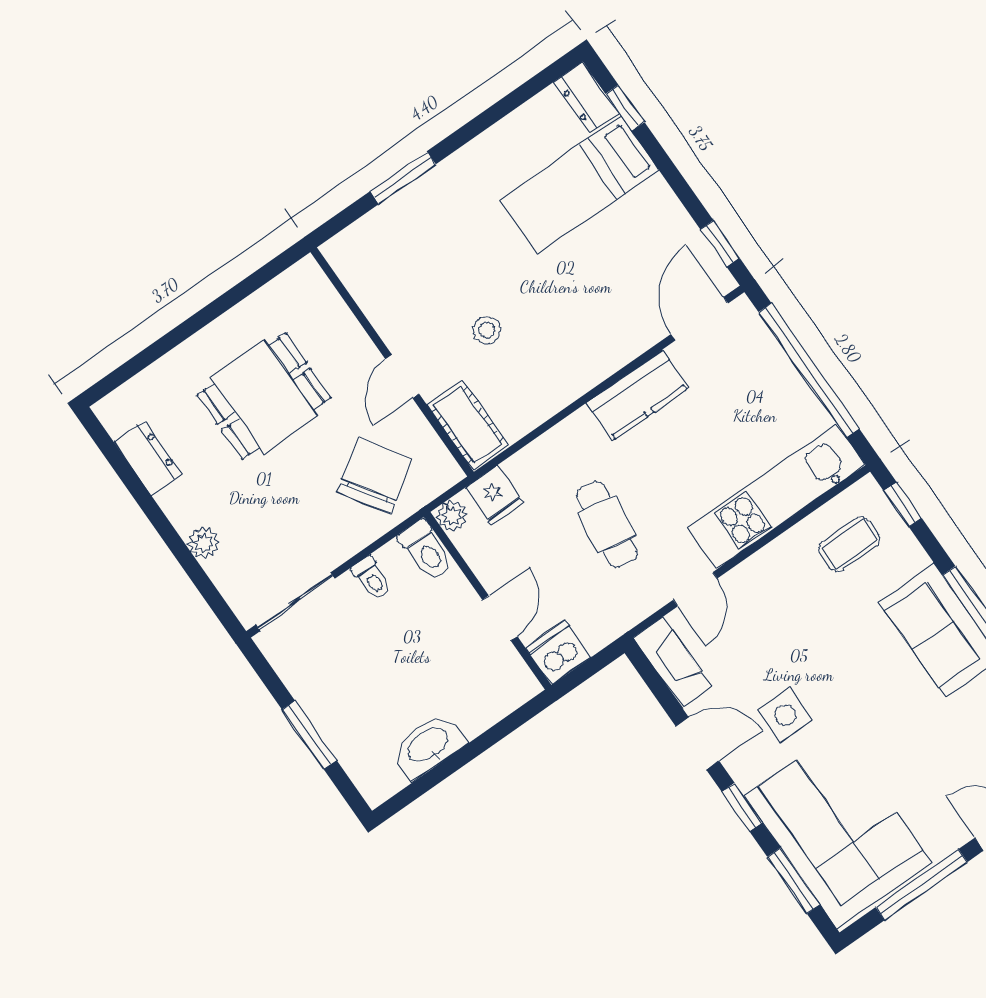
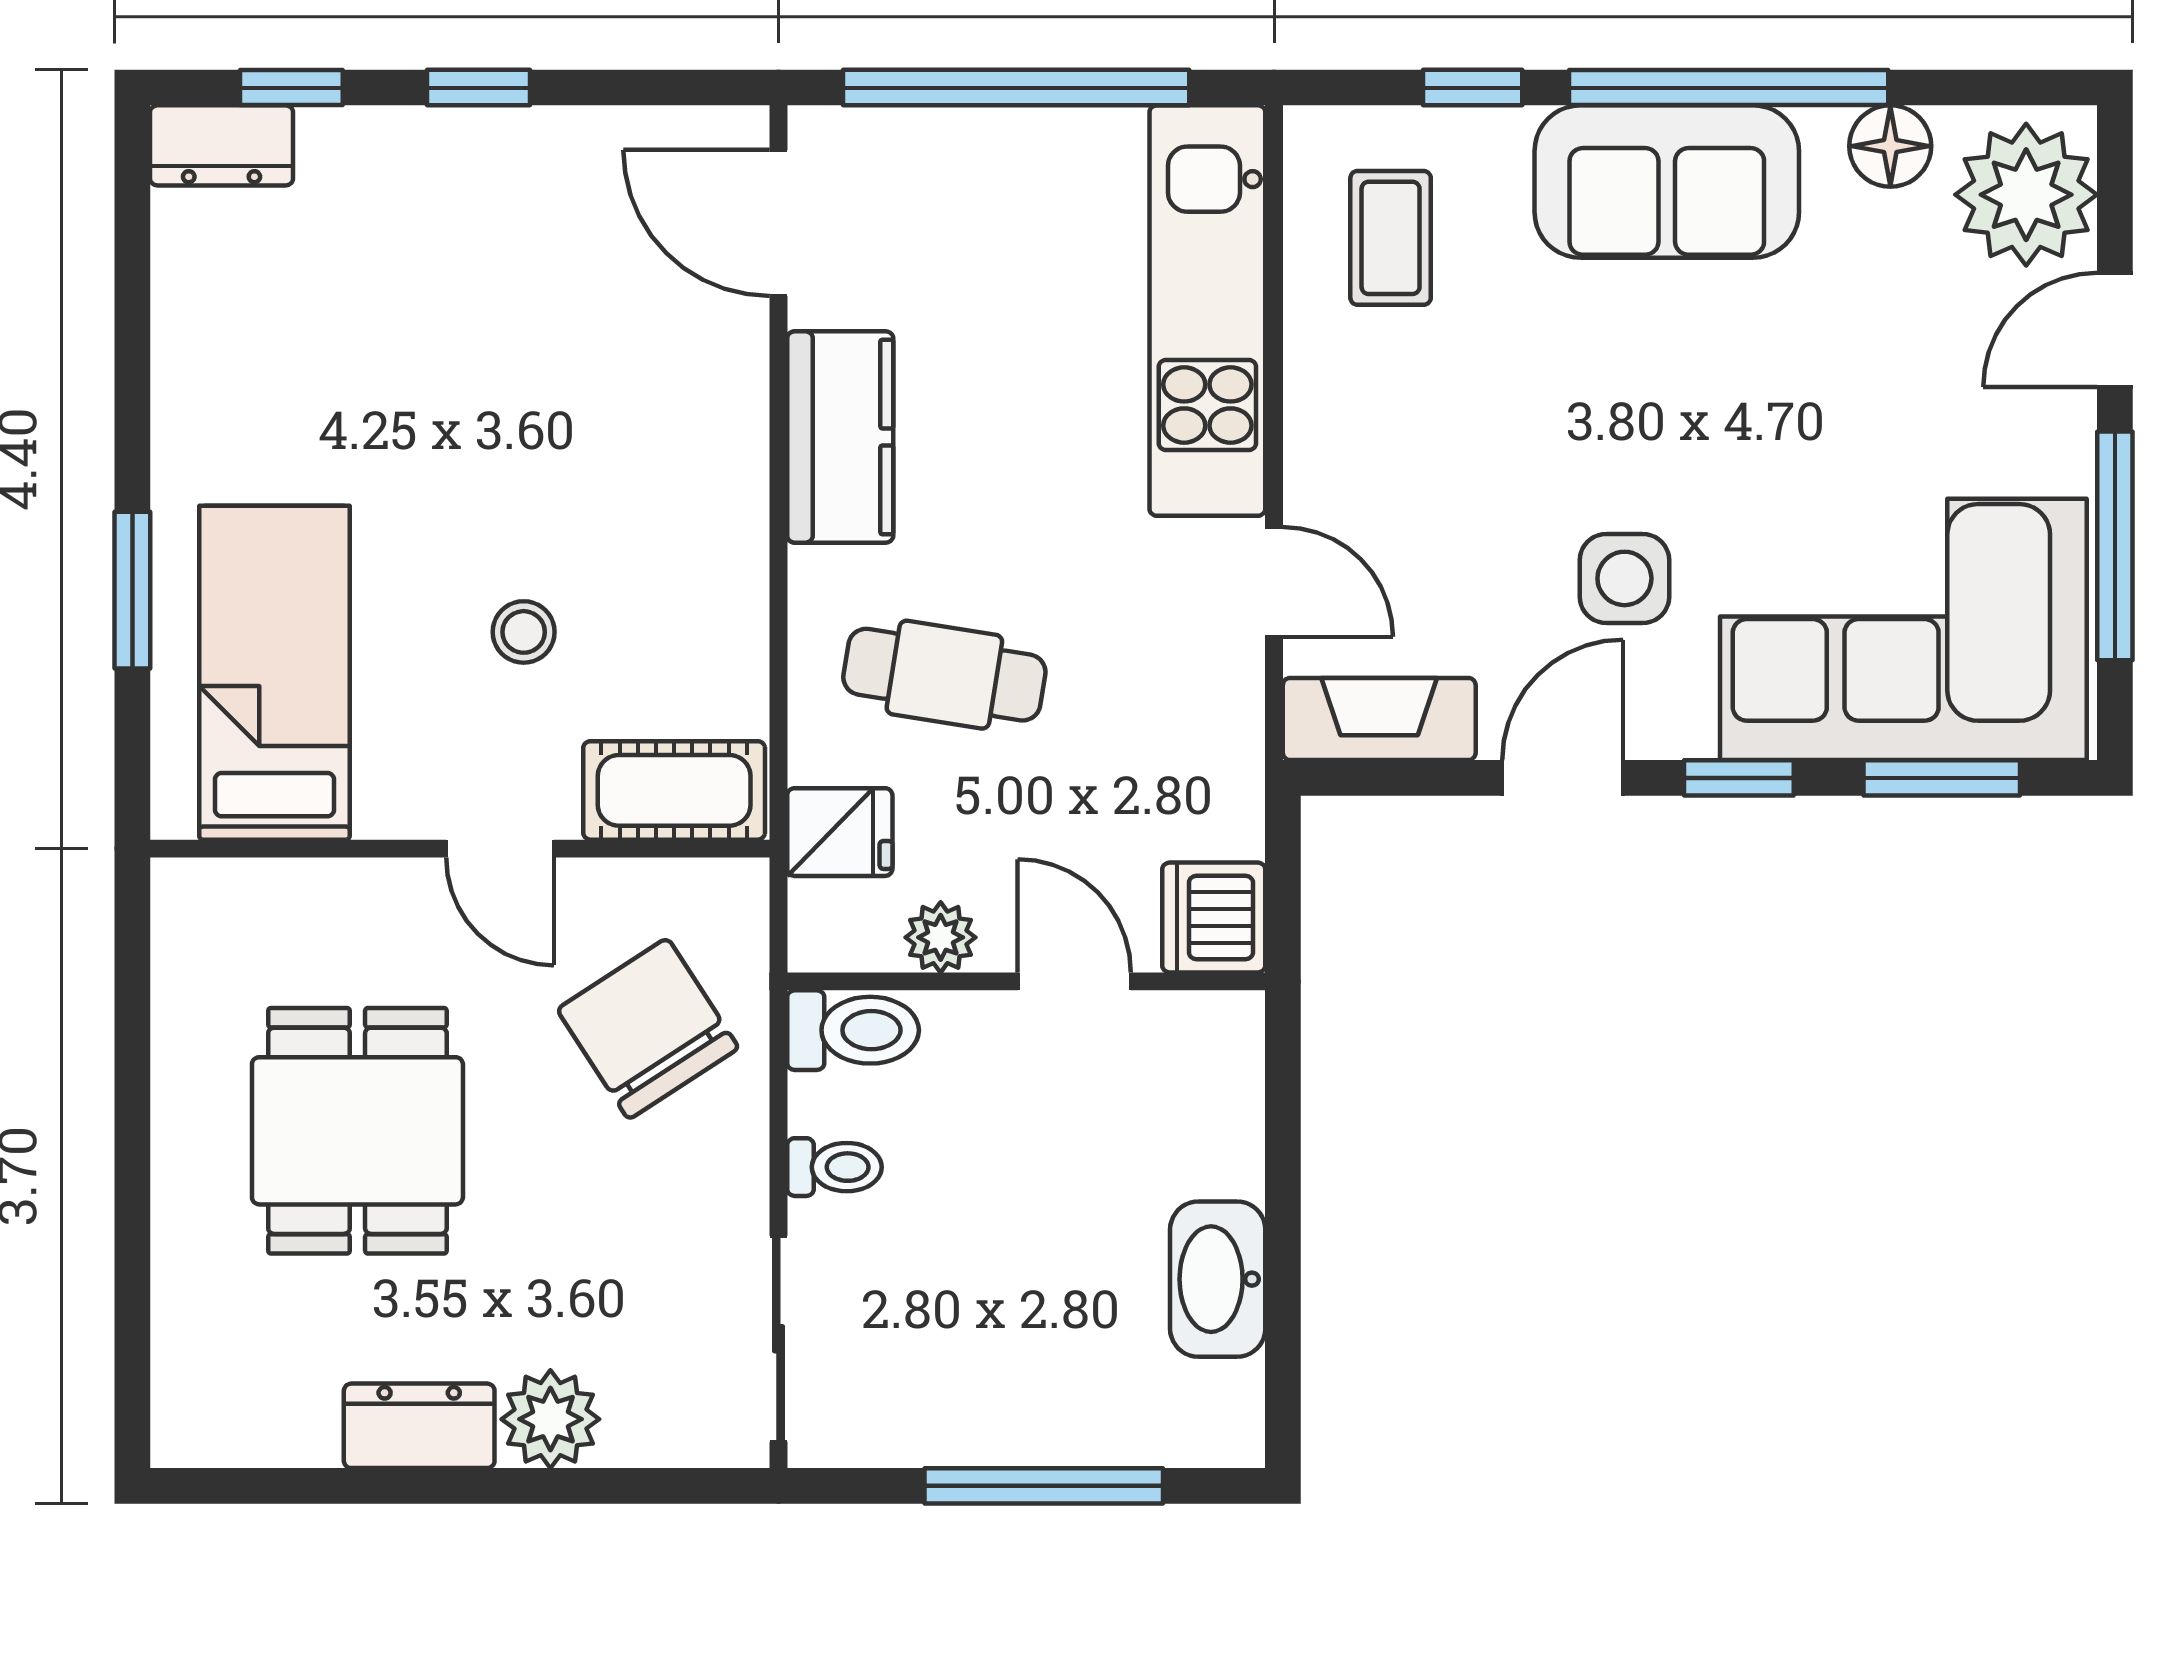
bed: (579, 185) -> (274, 673), moved, turned 180
window: (720, 244) -> (478, 88), moved
dresser: (148, 458) -> (419, 1426), moved
window: (903, 504) -> (1473, 88), moved
plant: (452, 516) -> (941, 937), moved
cafe table: (607, 524) -> (944, 675), moved
plant: (204, 543) -> (550, 1419), width x1.38, depth x1.38
window: (309, 735) -> (1044, 1486), width x1.44

